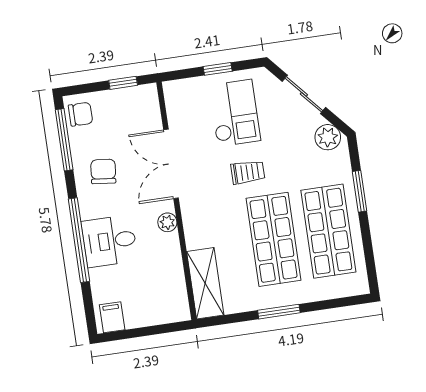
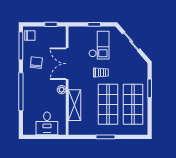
plant: (328, 137) -> (139, 62), removed
desk: (109, 241) -> (47, 123), moved, turned -90
shelving: (205, 283) -> (74, 105), moved
filing cabinet: (112, 317) -> (31, 128), removed

